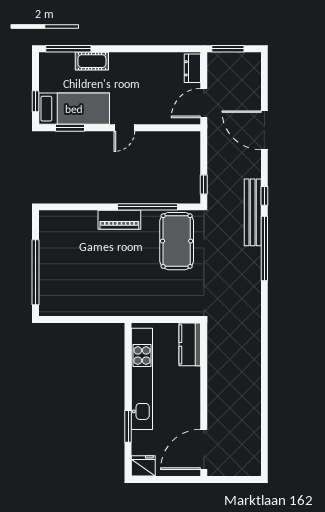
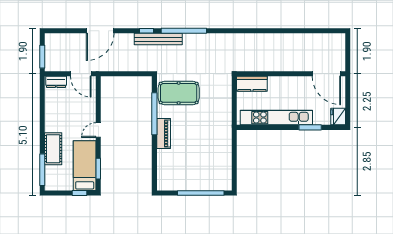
cot: (92, 61) -> (53, 149), width x1.37, depth x1.34
door: (124, 128) -> (98, 130), swing flipped
window: (204, 184) -> (139, 74), removed

